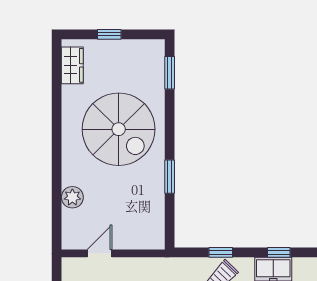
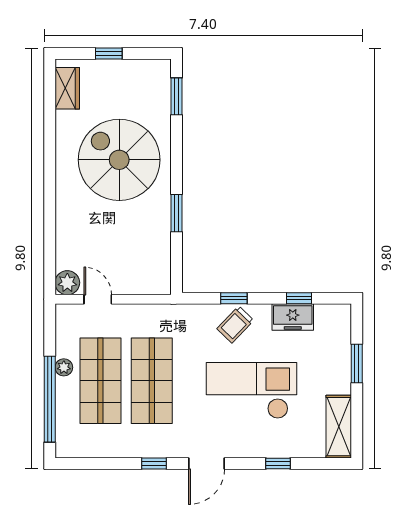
spiral stairs: (119, 129) -> (119, 160), turned 180
plant: (72, 197) -> (67, 283), moved
door: (100, 253) -> (98, 299), hinge flipped

